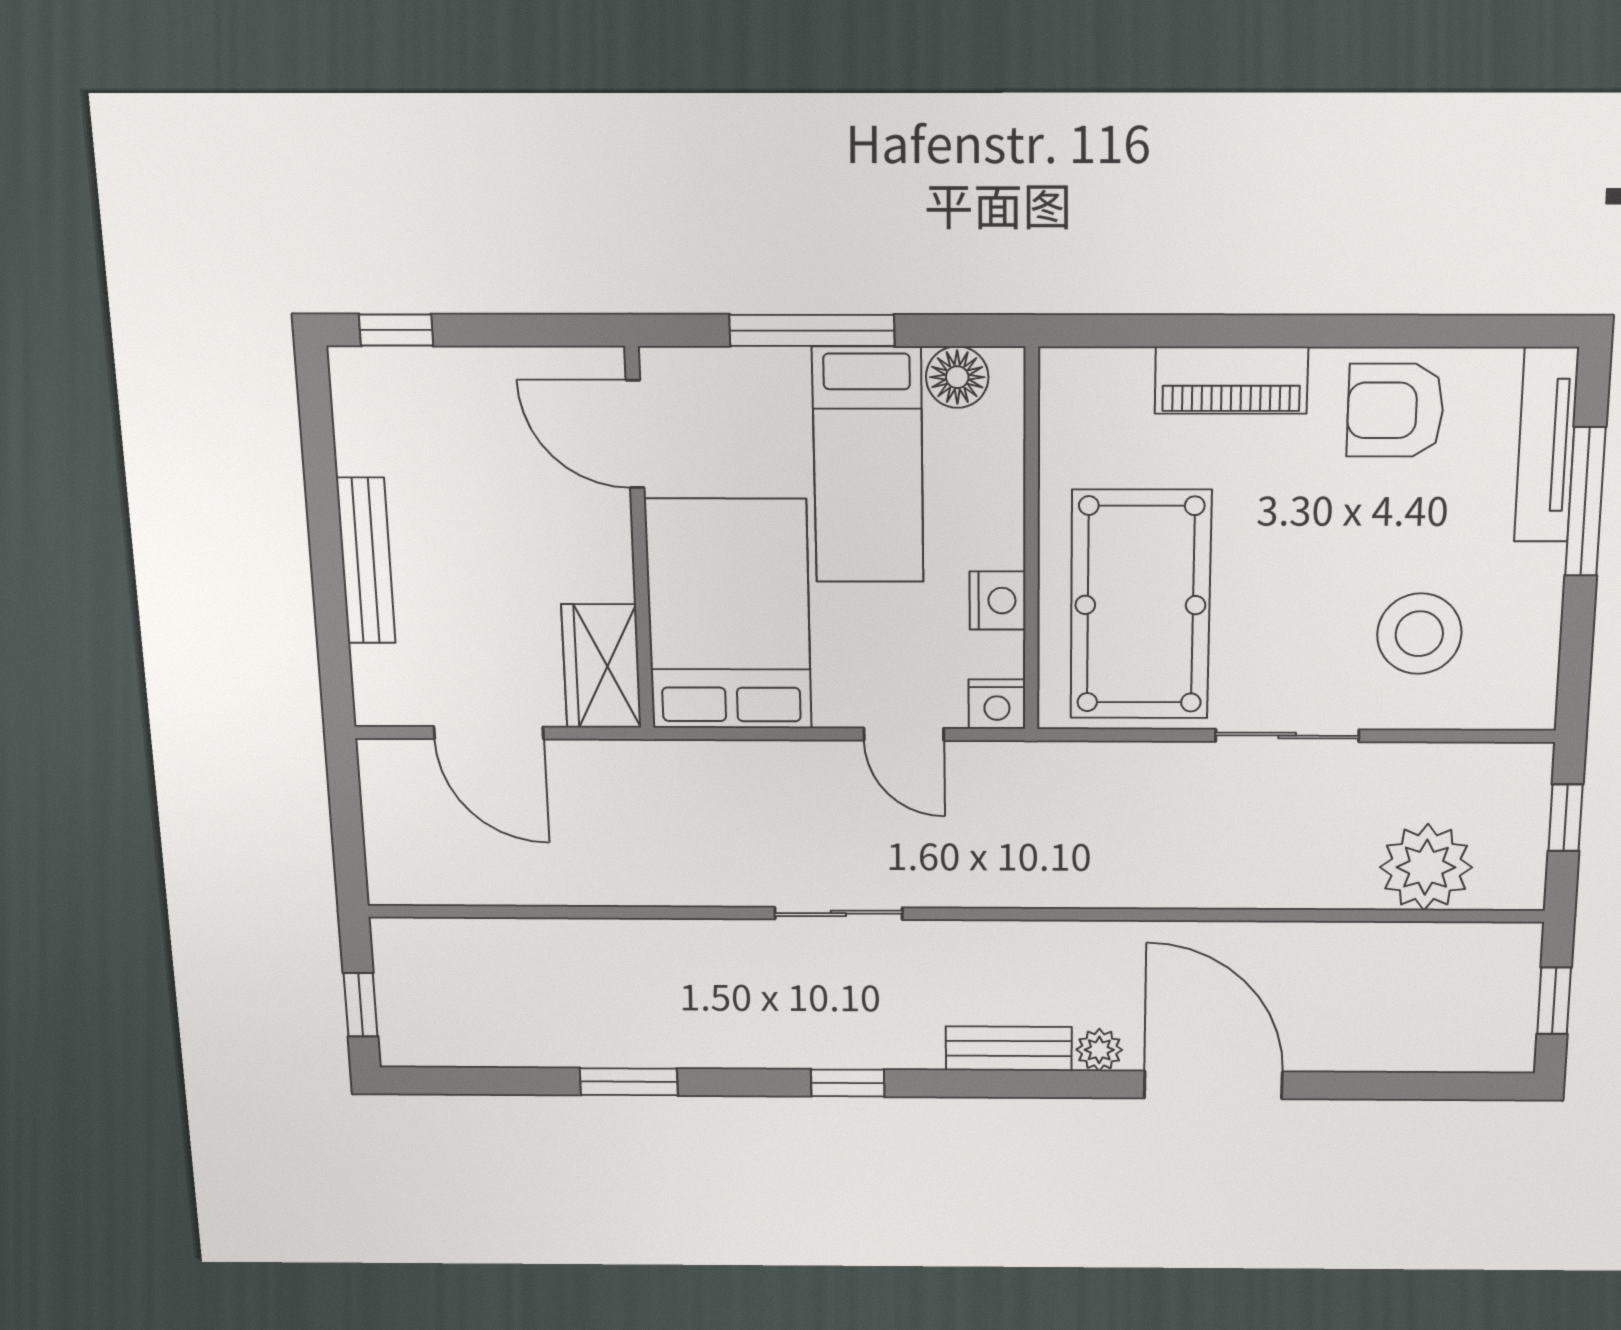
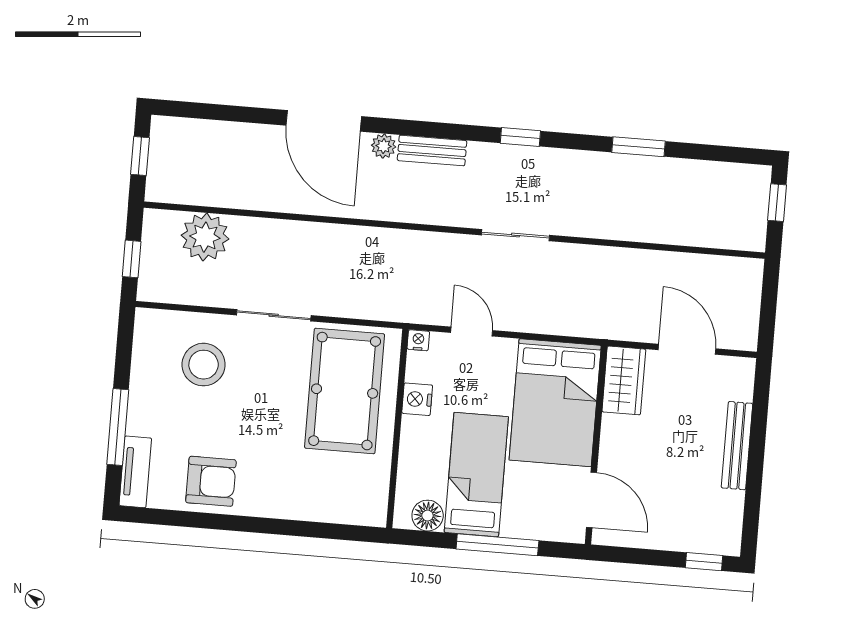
piano: (1231, 380) -> (292, 503), removed
tv unit: (1546, 445) -> (135, 472), width x0.71
nightstand: (997, 704) -> (418, 340), width x0.72, depth x0.74

